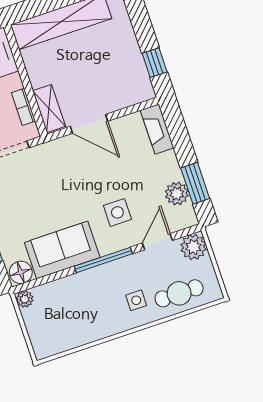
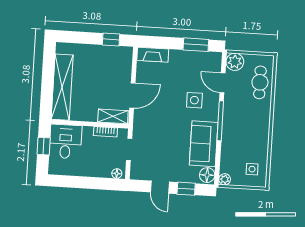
plant: (177, 194) -> (198, 59), removed
side table: (136, 300) -> (252, 169), moved

